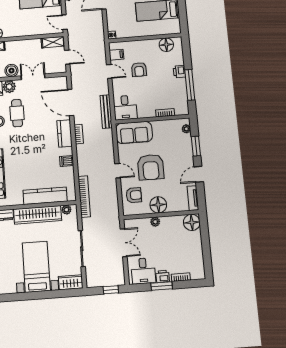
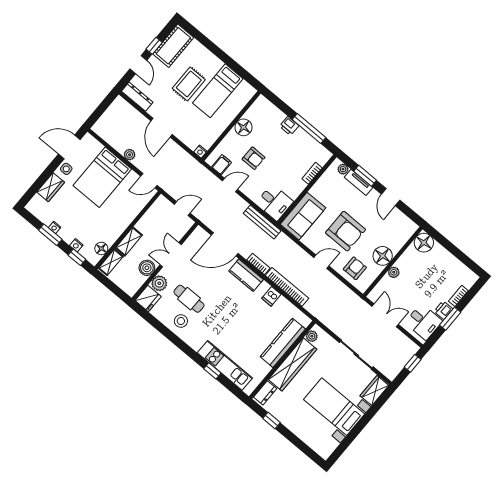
shelving: (53, 42) -> (129, 241), moved
floor lamp: (166, 45) -> (243, 127), moved
bookcase: (84, 197) -> (287, 287), moved
tv unit: (193, 198) -> (358, 182), moved

